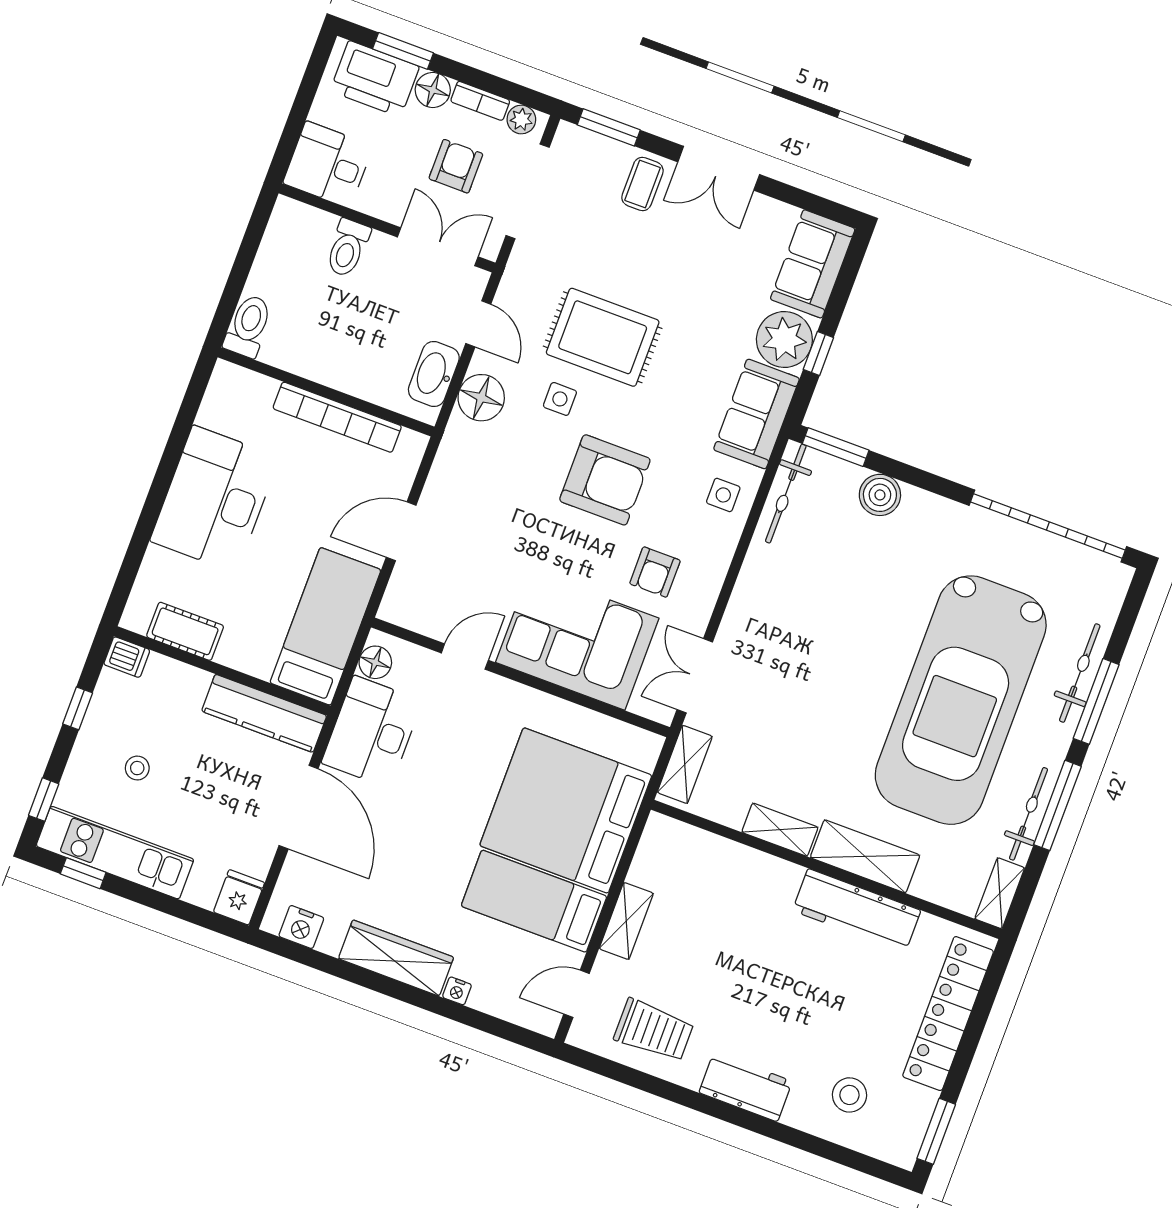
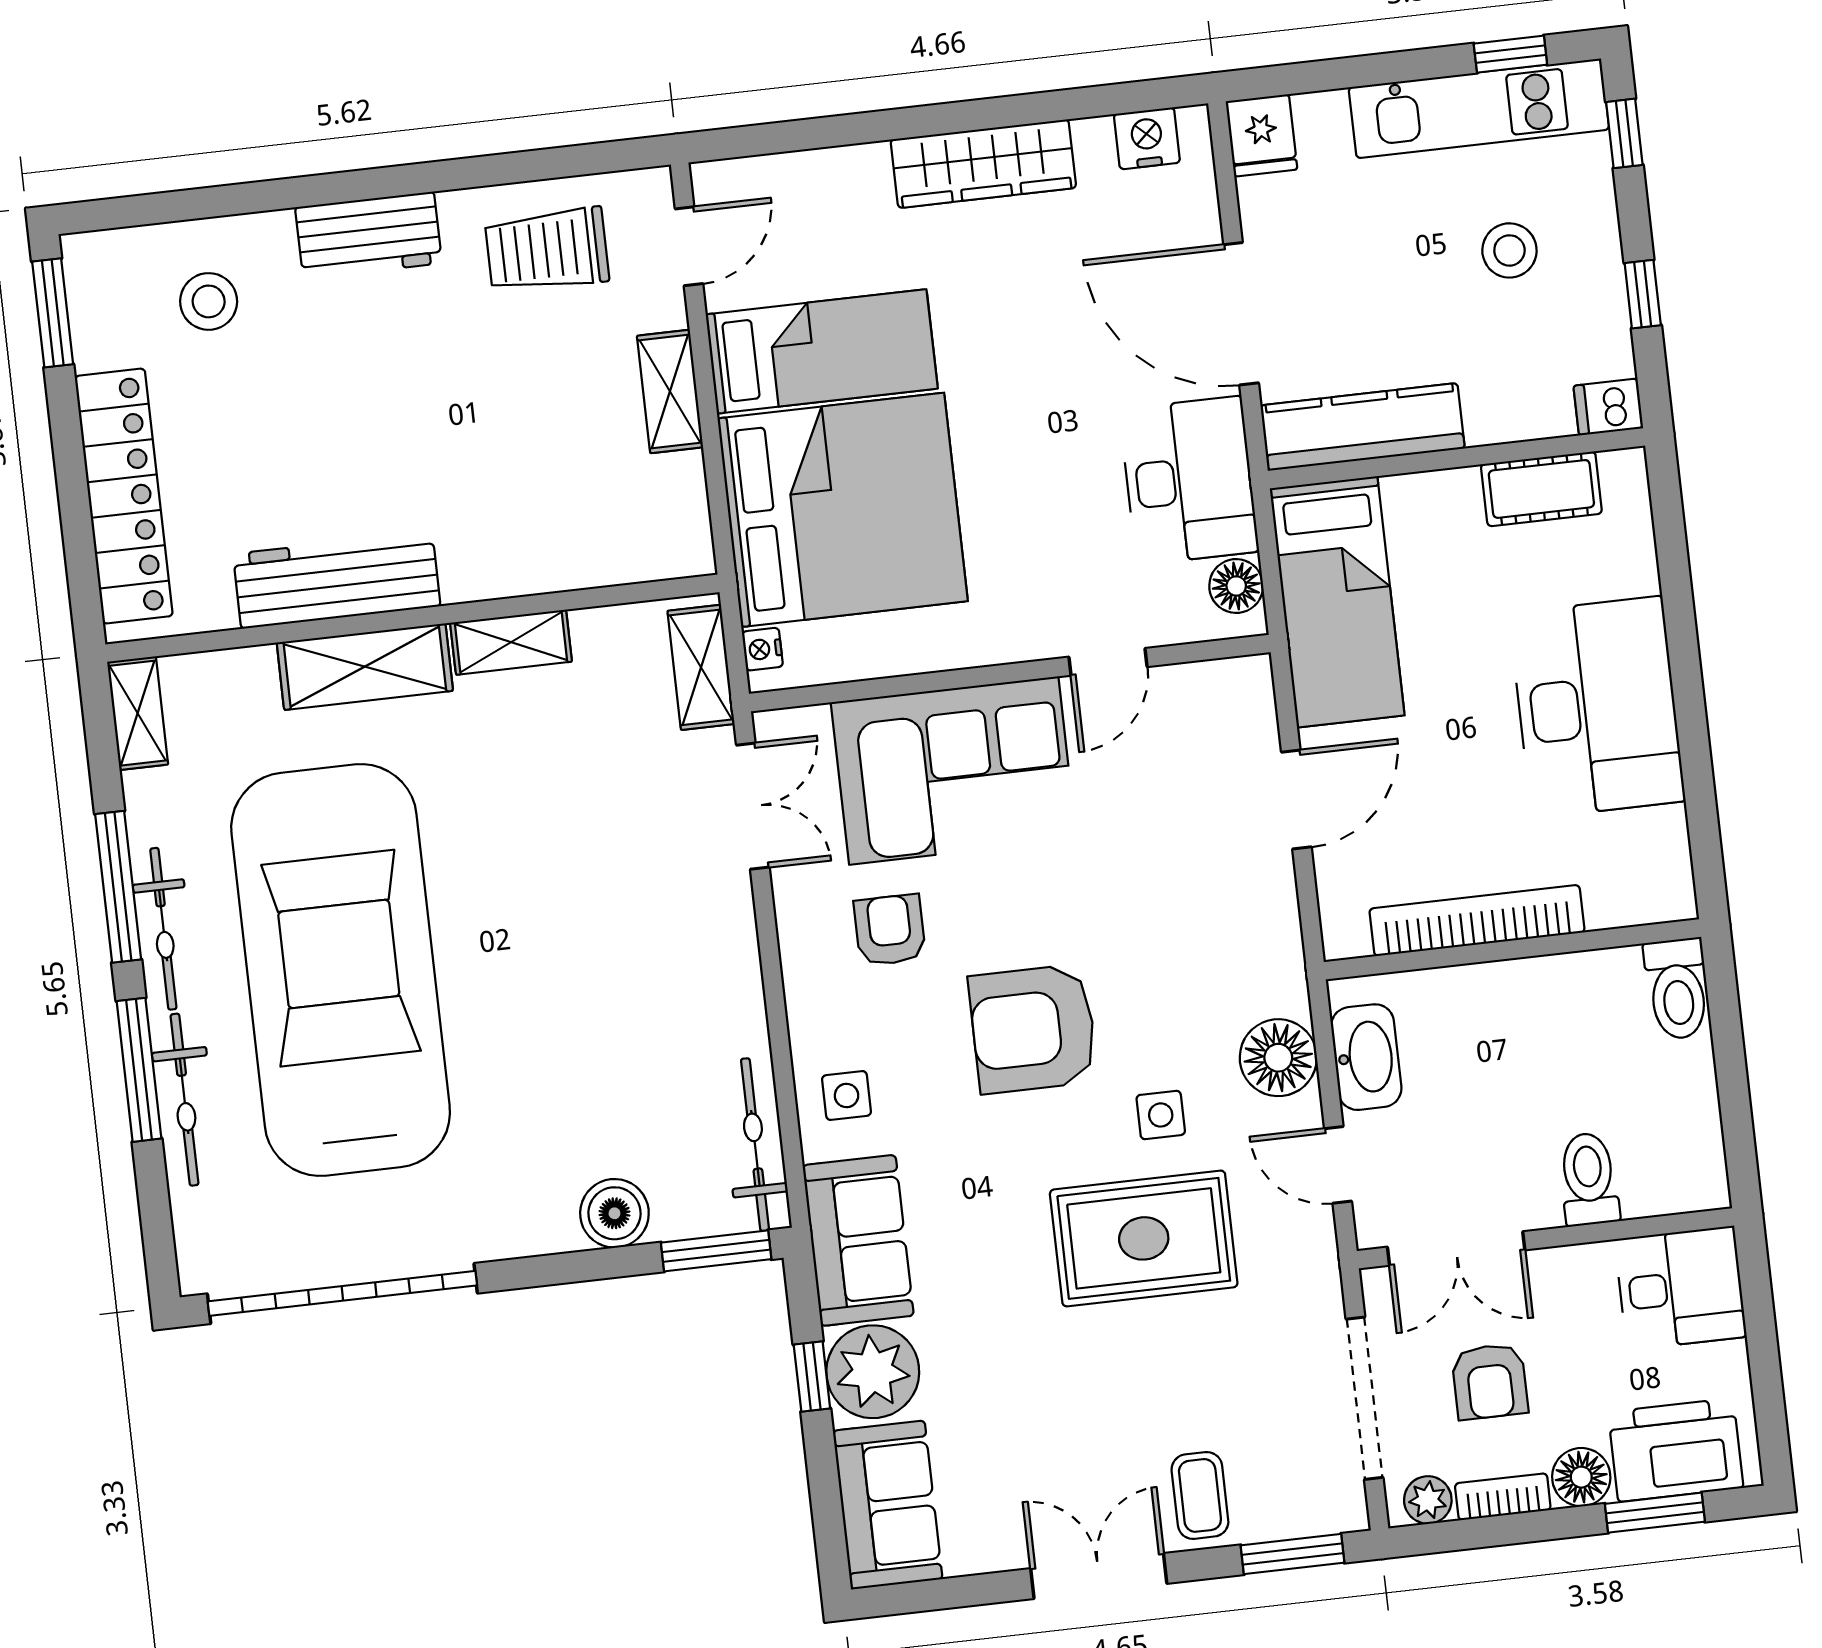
stool: (137, 768) -> (1509, 250), width x1.37, depth x1.37
bicycle: (1028, 814) -> (163, 929), moved
nightstand: (457, 991) -> (762, 649), moved, turned -90

